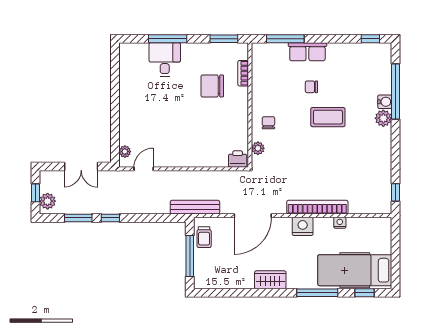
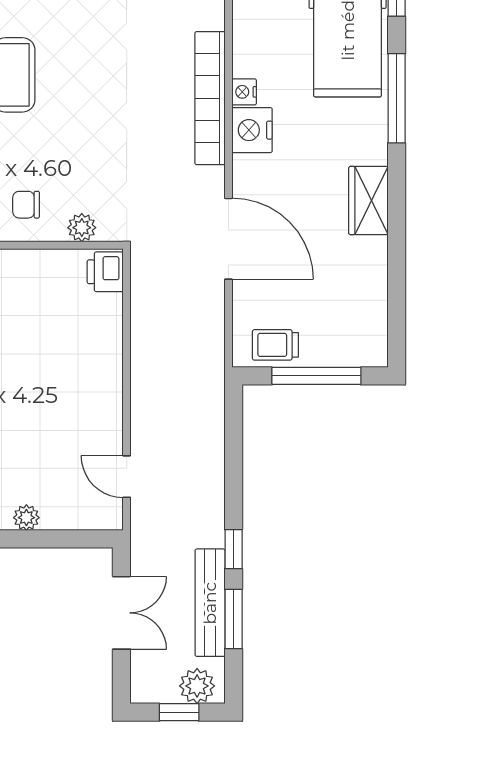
plant: (125, 152) -> (26, 518), moved
bench: (195, 207) -> (210, 603), moved
nightstand: (340, 223) -> (244, 92), moved
trolley: (204, 237) -> (275, 345), turned 180

